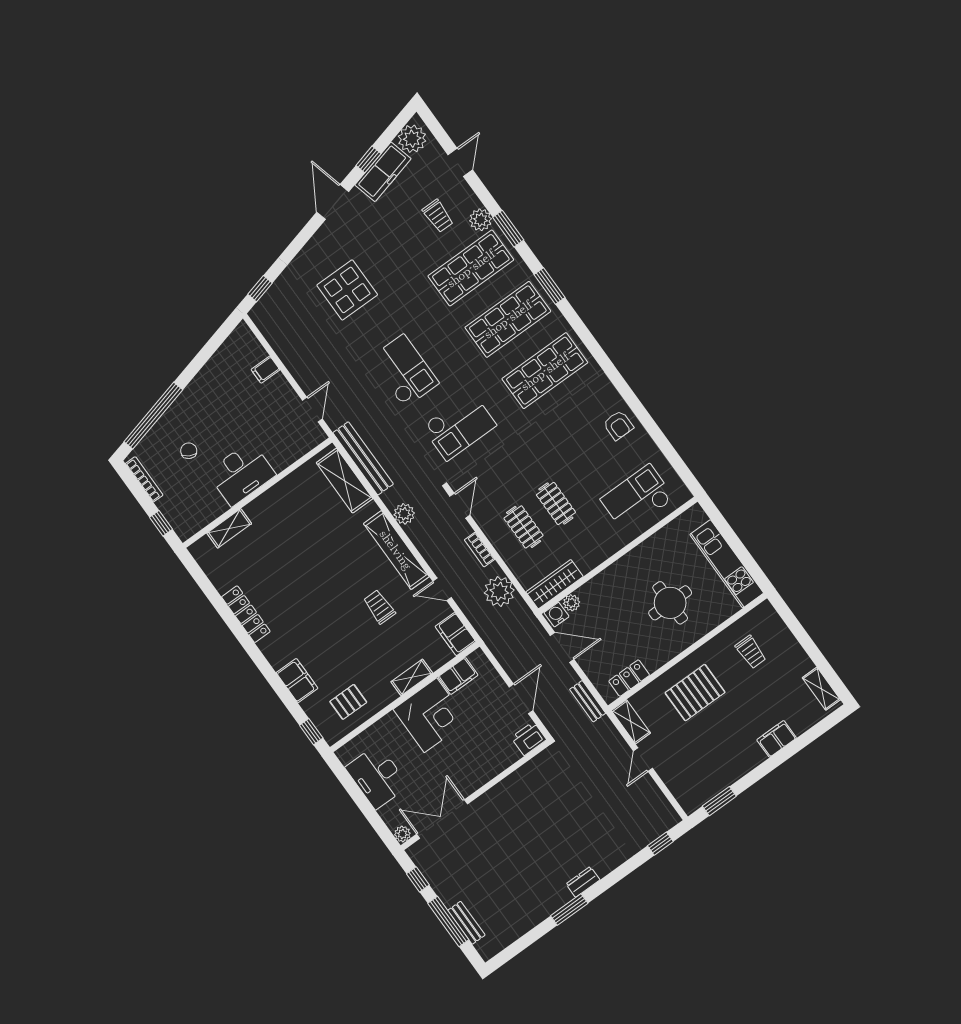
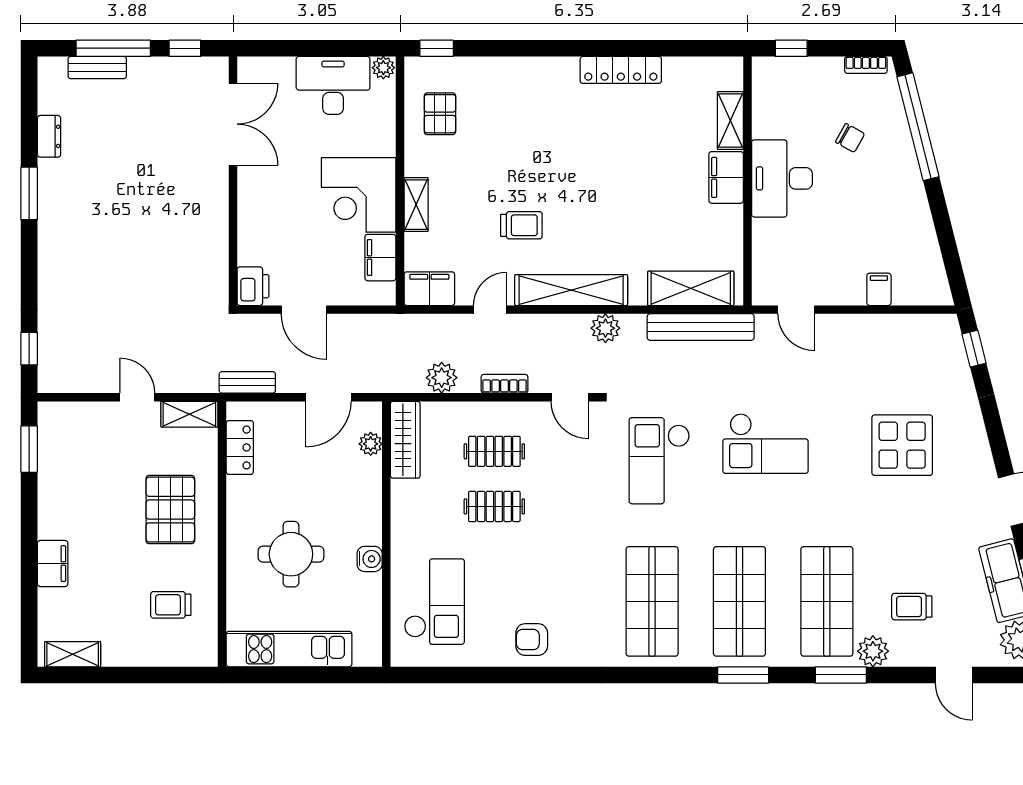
bookcase: (144, 479) -> (866, 65), width x0.64
plant: (499, 591) -> (442, 378), width x0.73, depth x0.73
water cooler: (557, 615) -> (370, 559), moved
filing cabinet: (297, 681) -> (726, 177), moved, turned 90
plant: (402, 834) -> (383, 68), moved
dresser: (583, 882) -> (49, 136), moved

